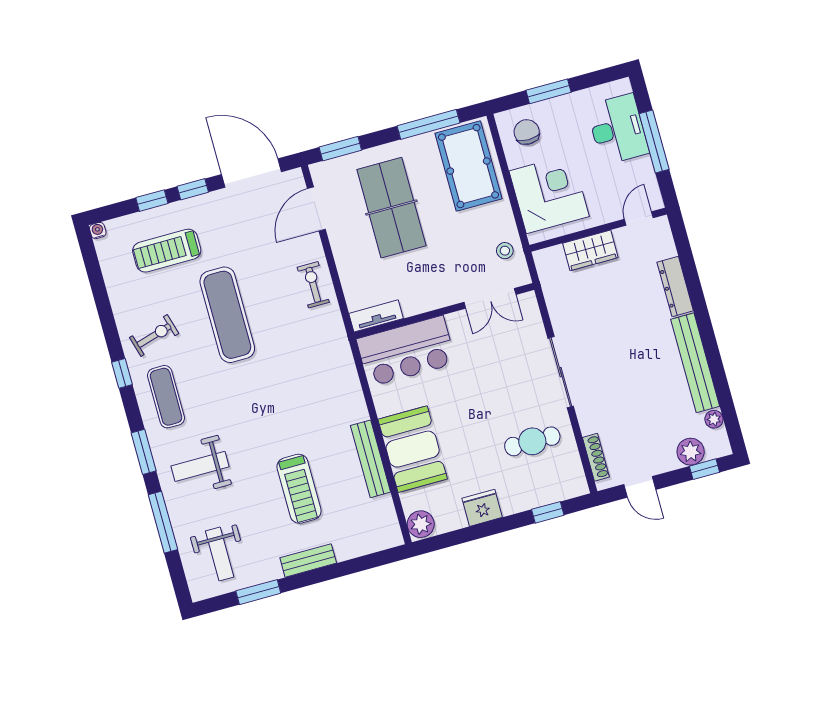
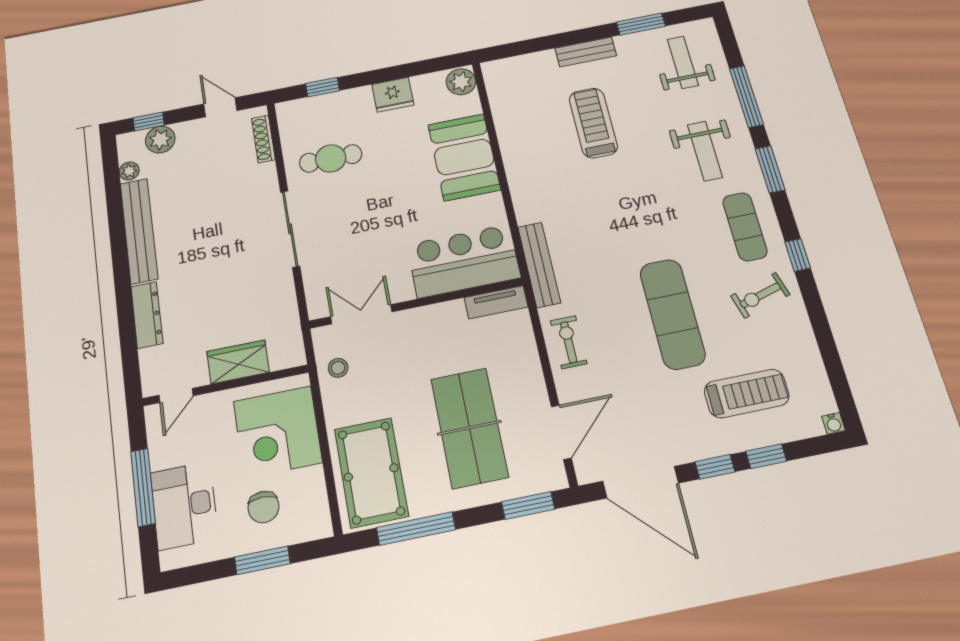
chair: (527, 132) -> (263, 507), moved
exercise bike: (313, 285) -> (569, 342), turned 180
bench: (371, 459) -> (539, 265), moved
weight bench: (200, 466) -> (705, 151), turned 90

